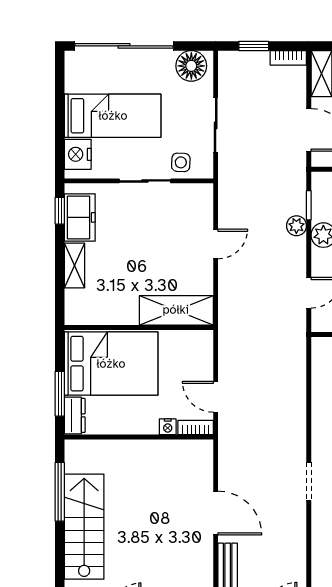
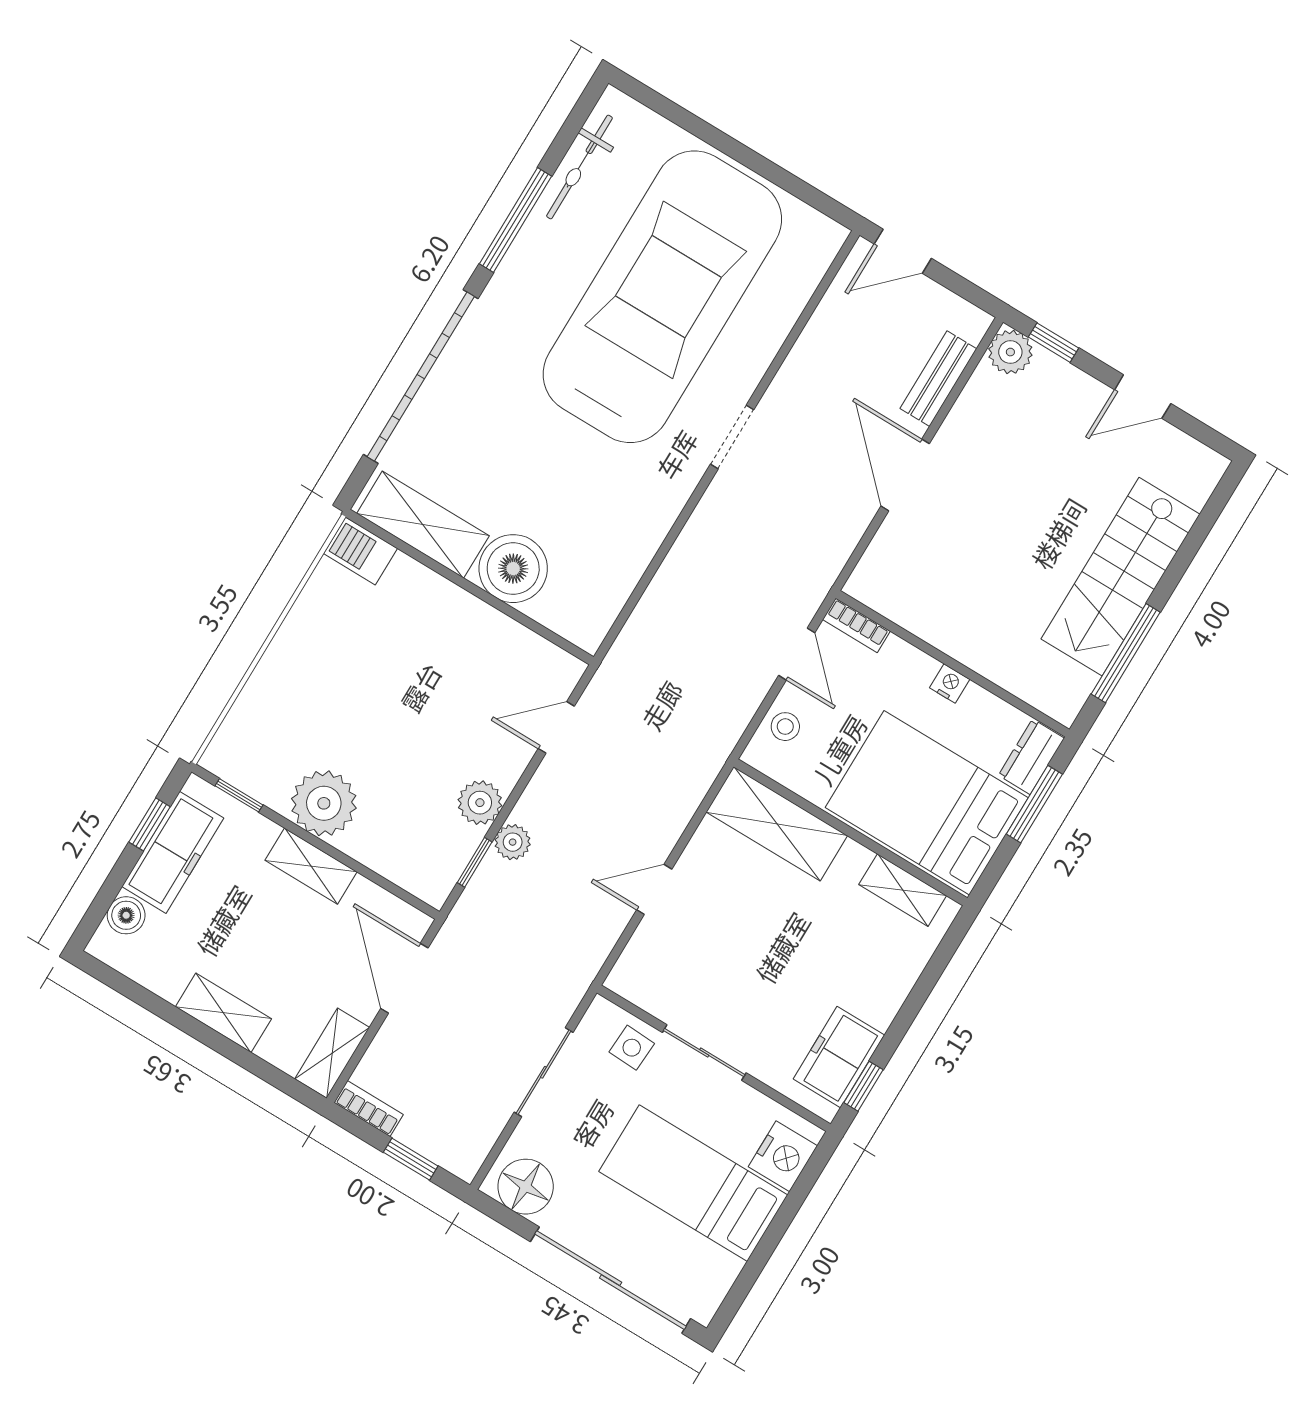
shelving: (74, 265) -> (903, 890), moved, turned 90
stool: (200, 359) -> (785, 727), added
nightstand: (168, 427) -> (950, 684), moved

